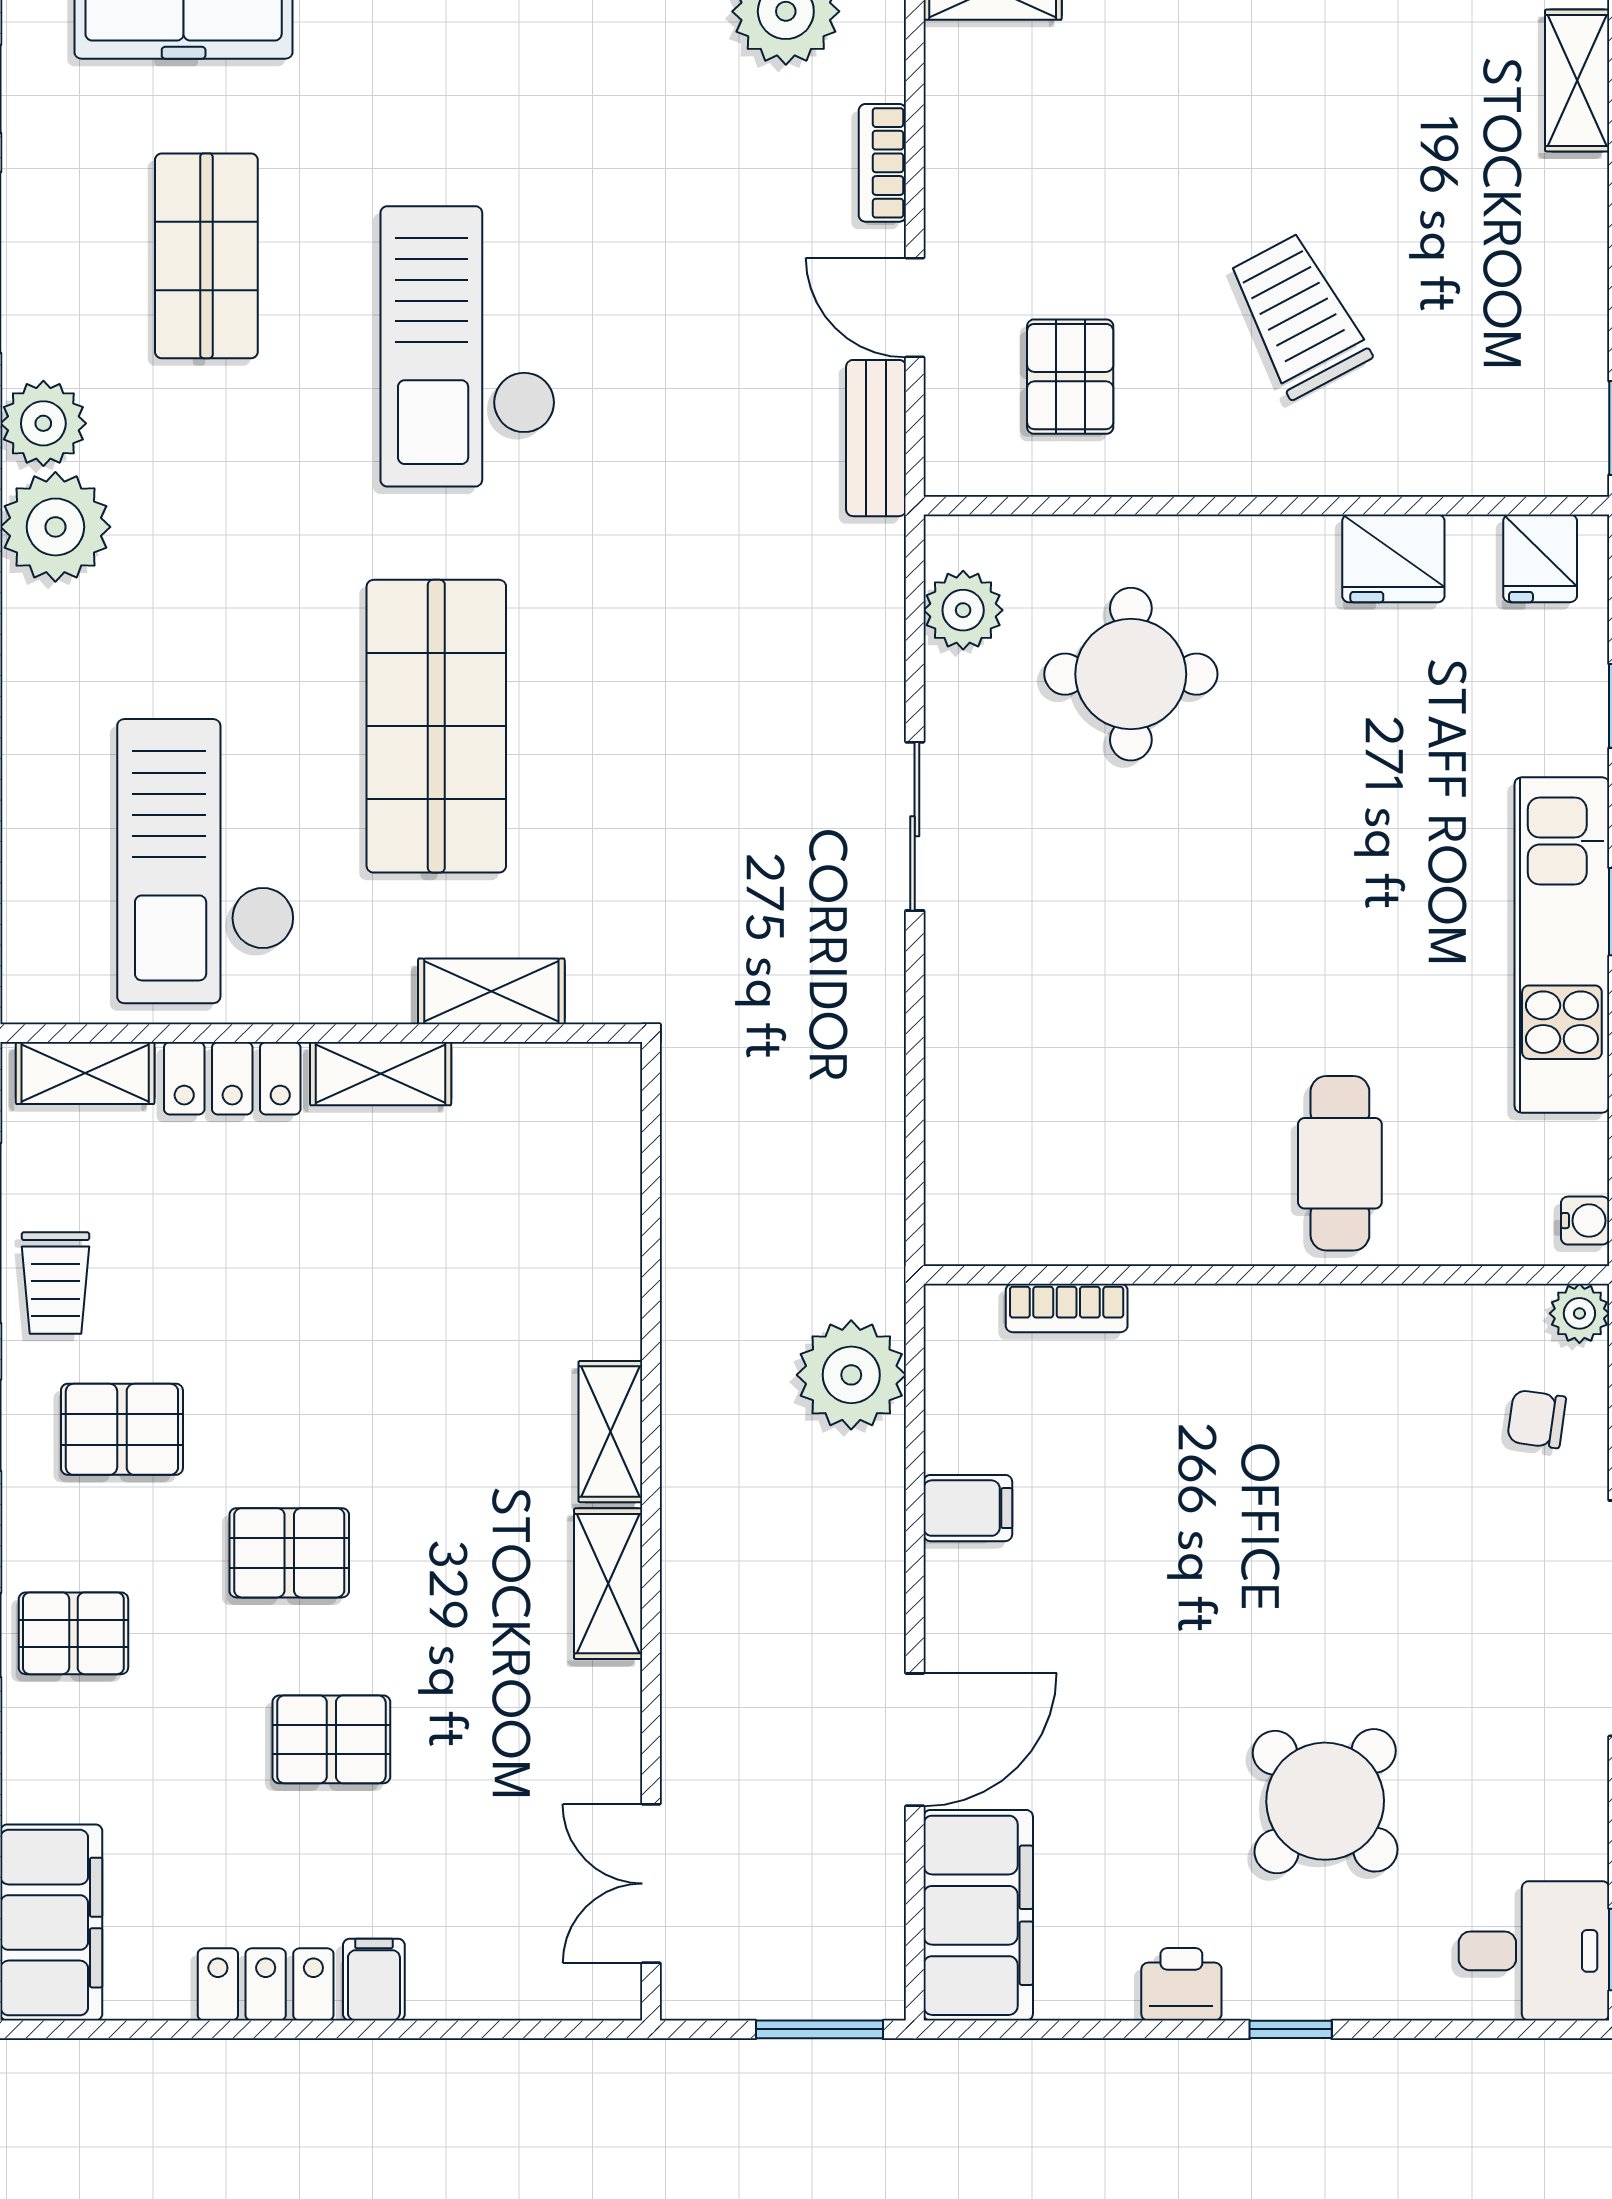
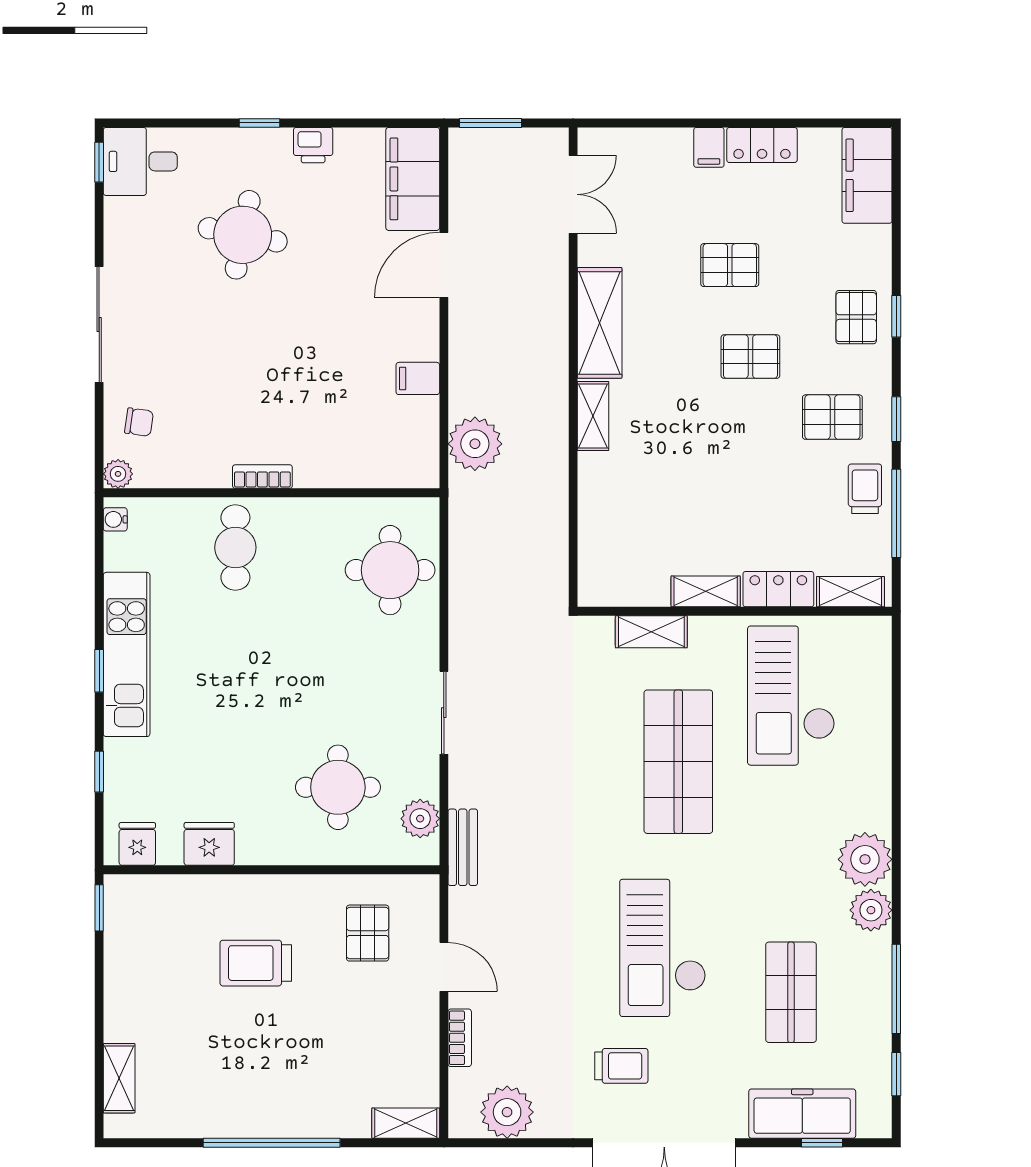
trolley: (552, 106) -> (621, 1066), added
trolley: (1298, 315) -> (256, 963), turned 118
checkout: (468, 346) -> (663, 948), turned 180
bench: (876, 438) -> (463, 847), moved
checkout: (206, 861) -> (791, 696), turned 180
round table: (1024, 1117) -> (390, 570), added
bookcase: (1067, 1308) -> (262, 477), moved
shelving: (608, 1584) -> (600, 323), width x1.50, depth x1.33
pallet: (73, 1633) -> (856, 317), turned 90
round table: (1325, 1801) -> (243, 235), turned -33

